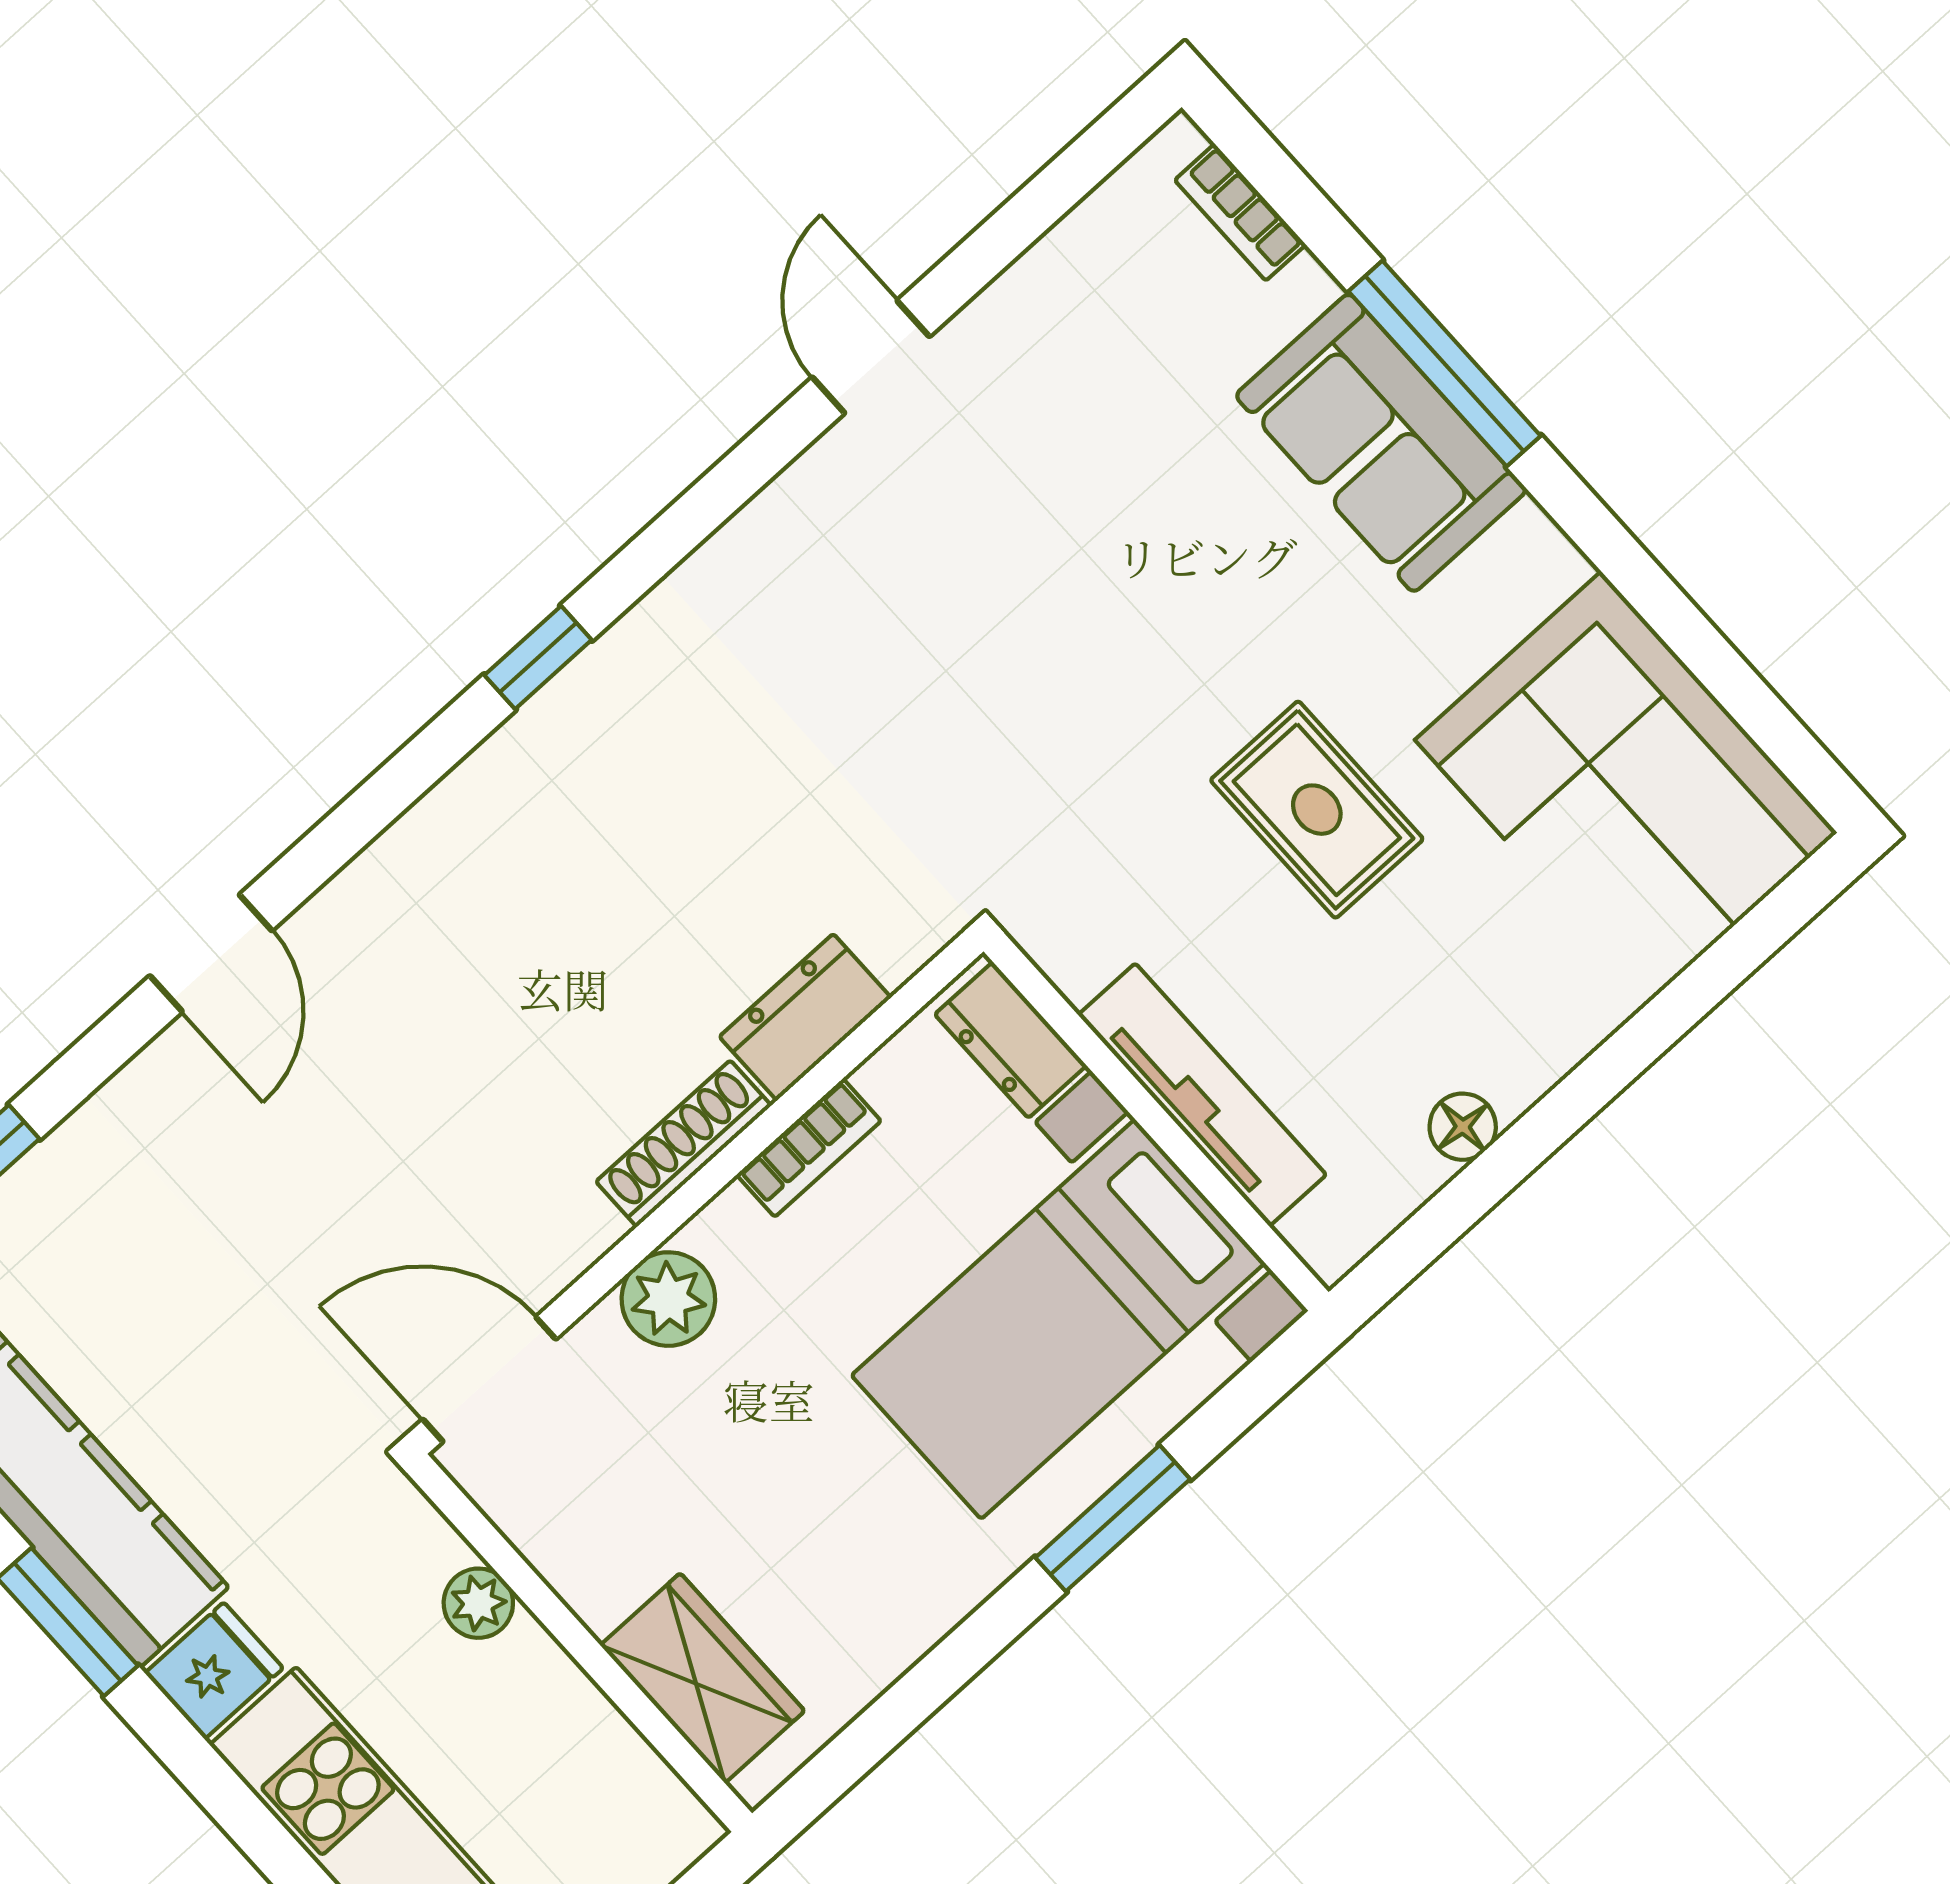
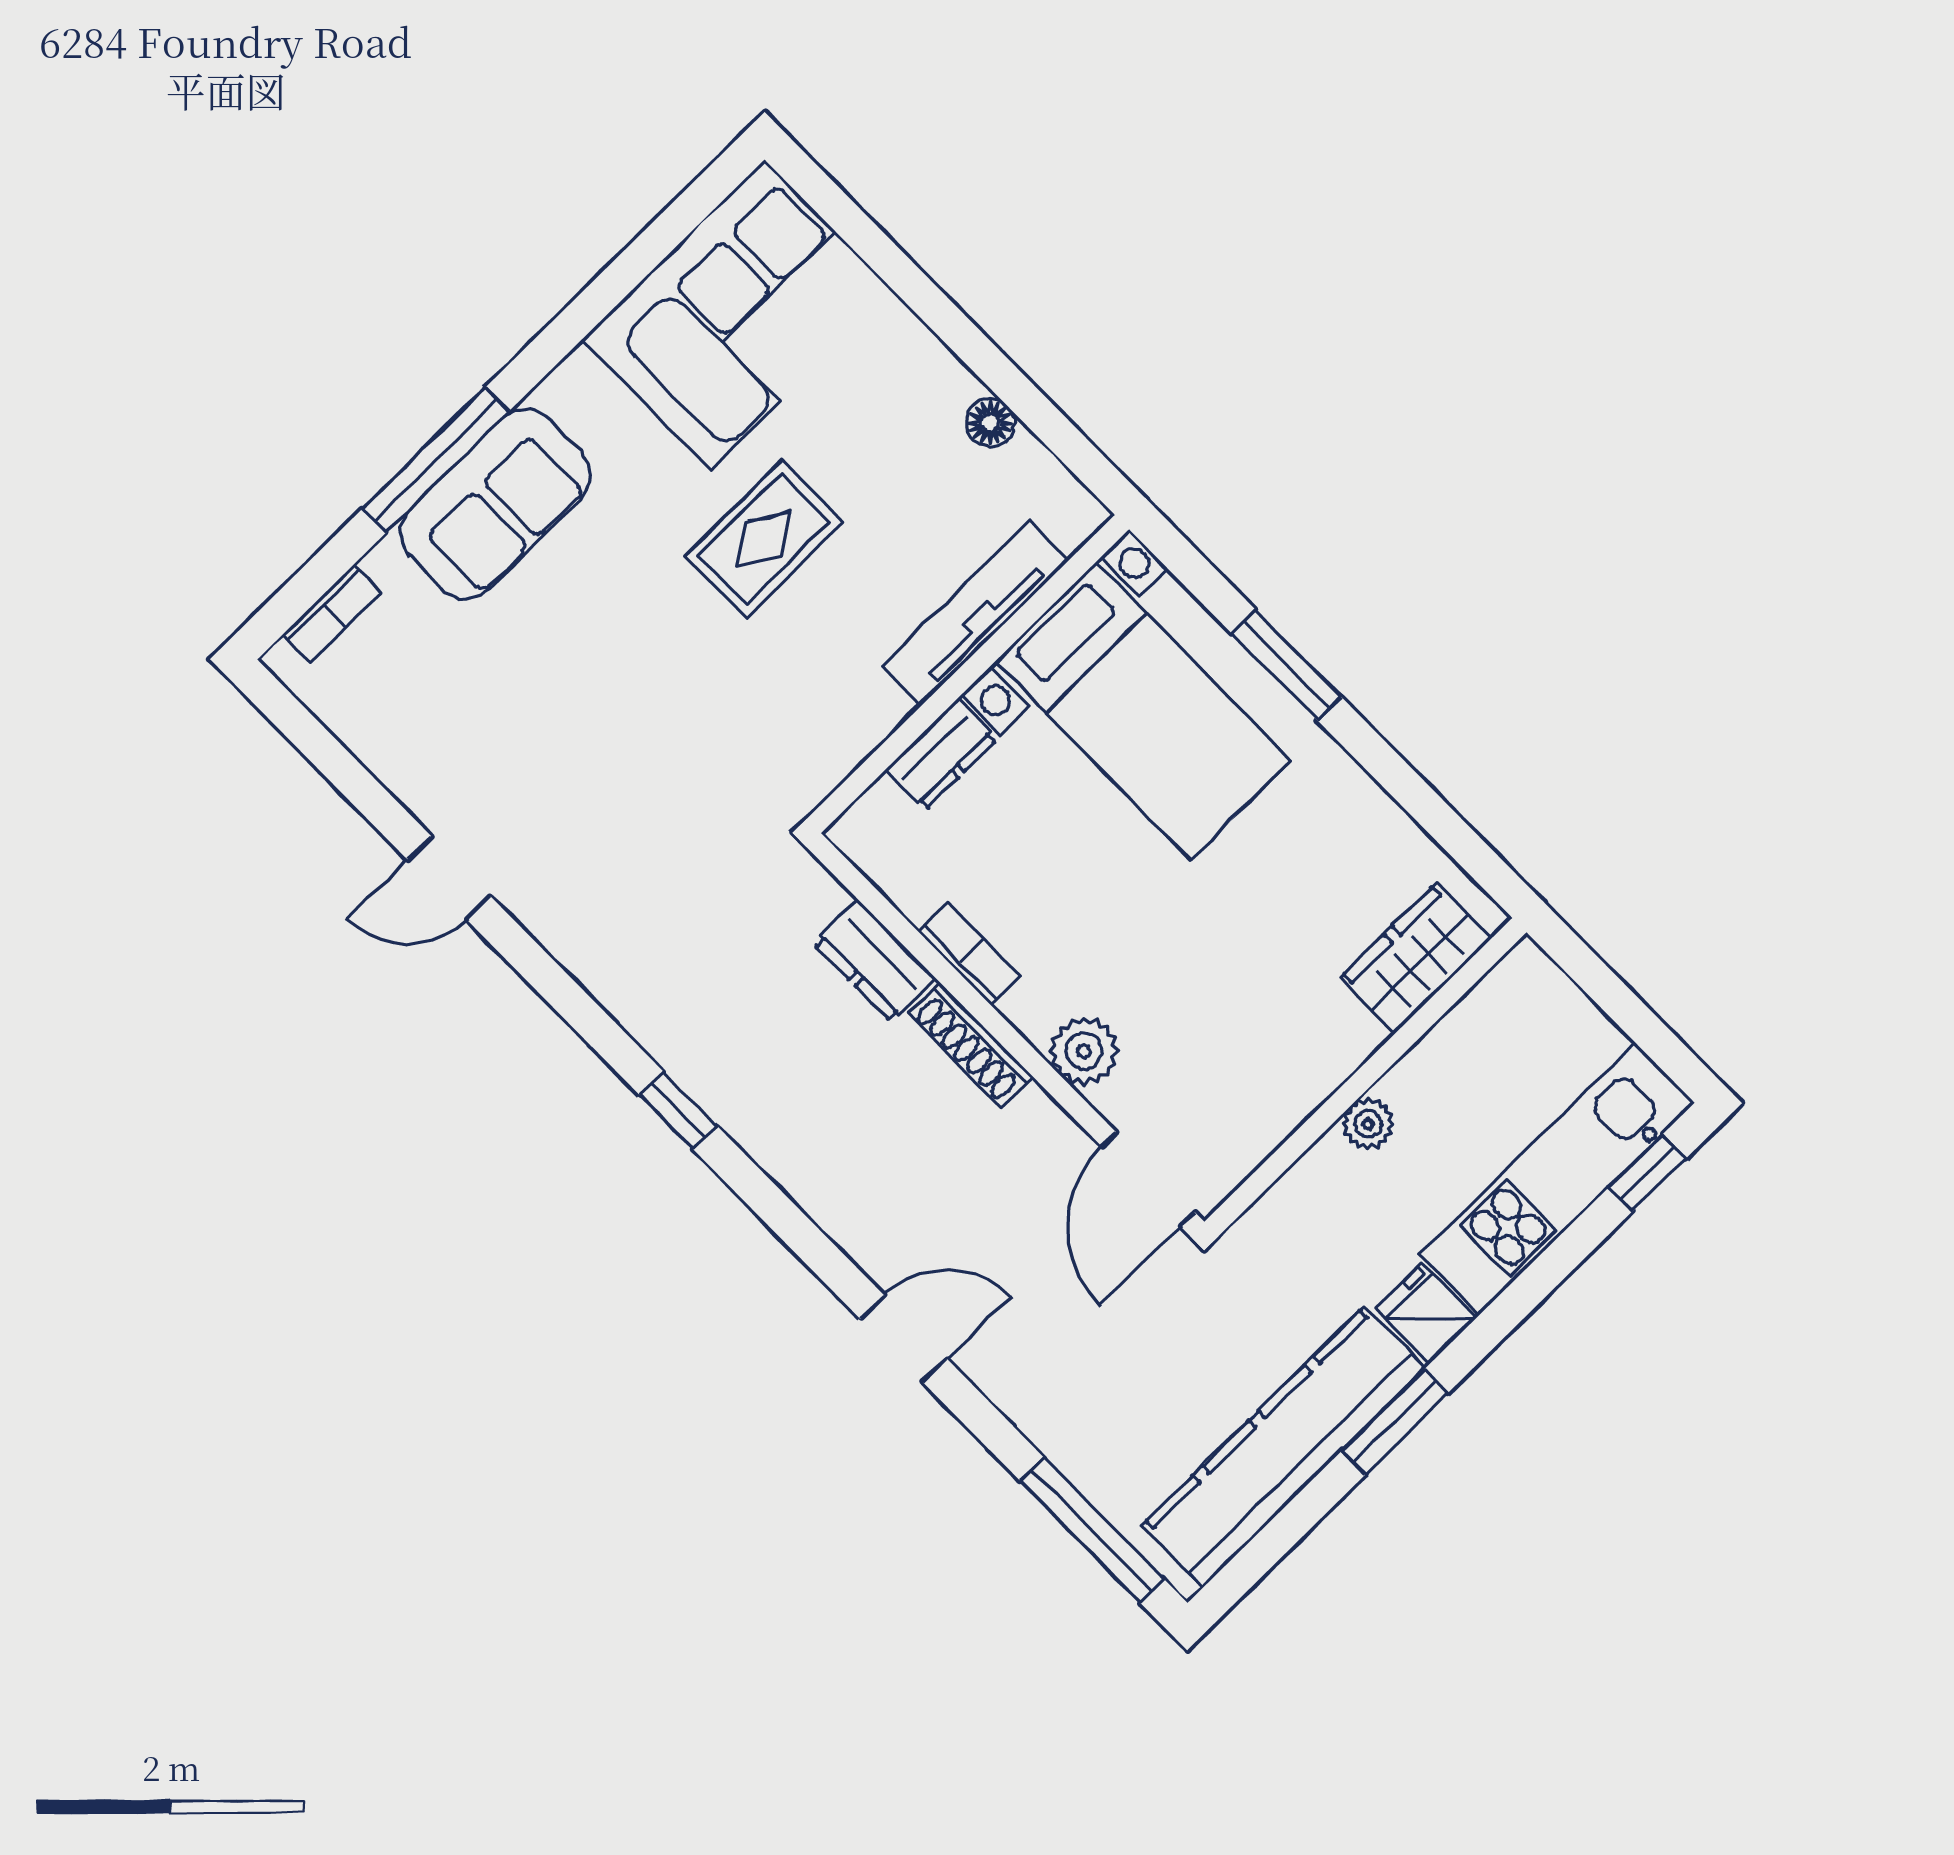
dresser: (805, 1017) -> (874, 961), moved
shoe rack: (684, 1144) -> (970, 1045), moved
bookcase: (809, 1148) -> (969, 954), moved
wall: (696, 1192) -> (1005, 1034), moved
plant: (668, 1299) -> (1084, 1051), moved
door: (489, 1379) -> (1148, 1179), moved

